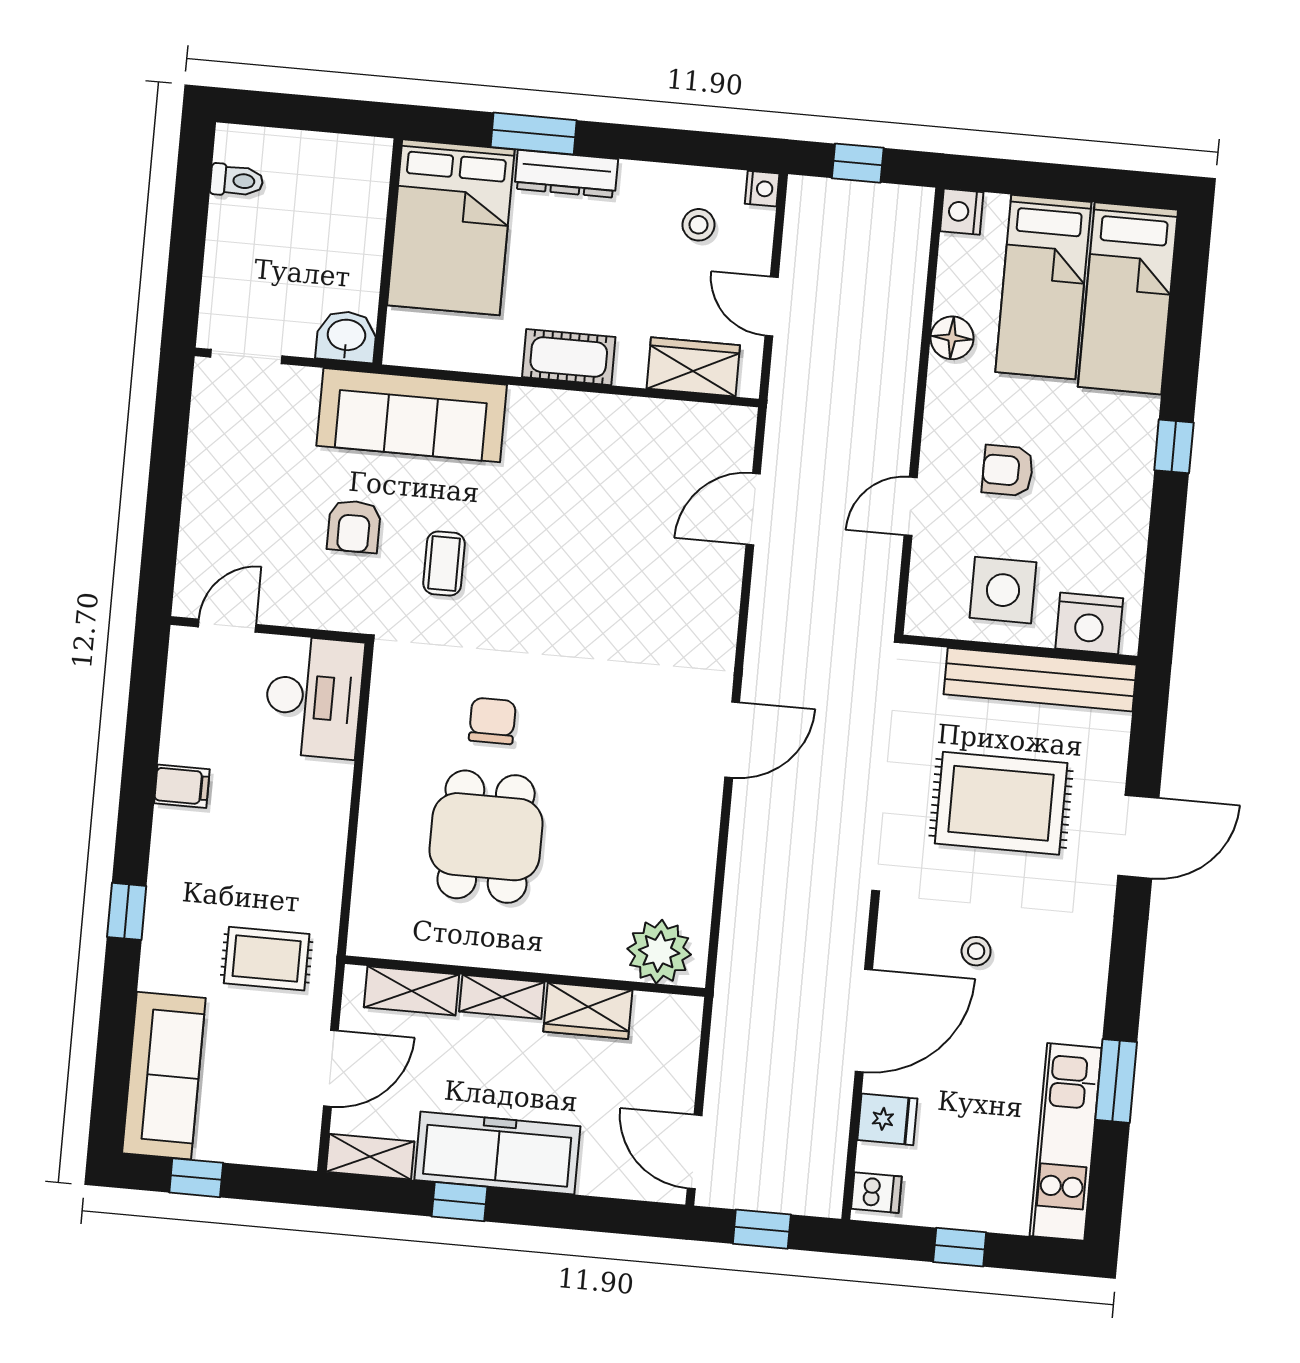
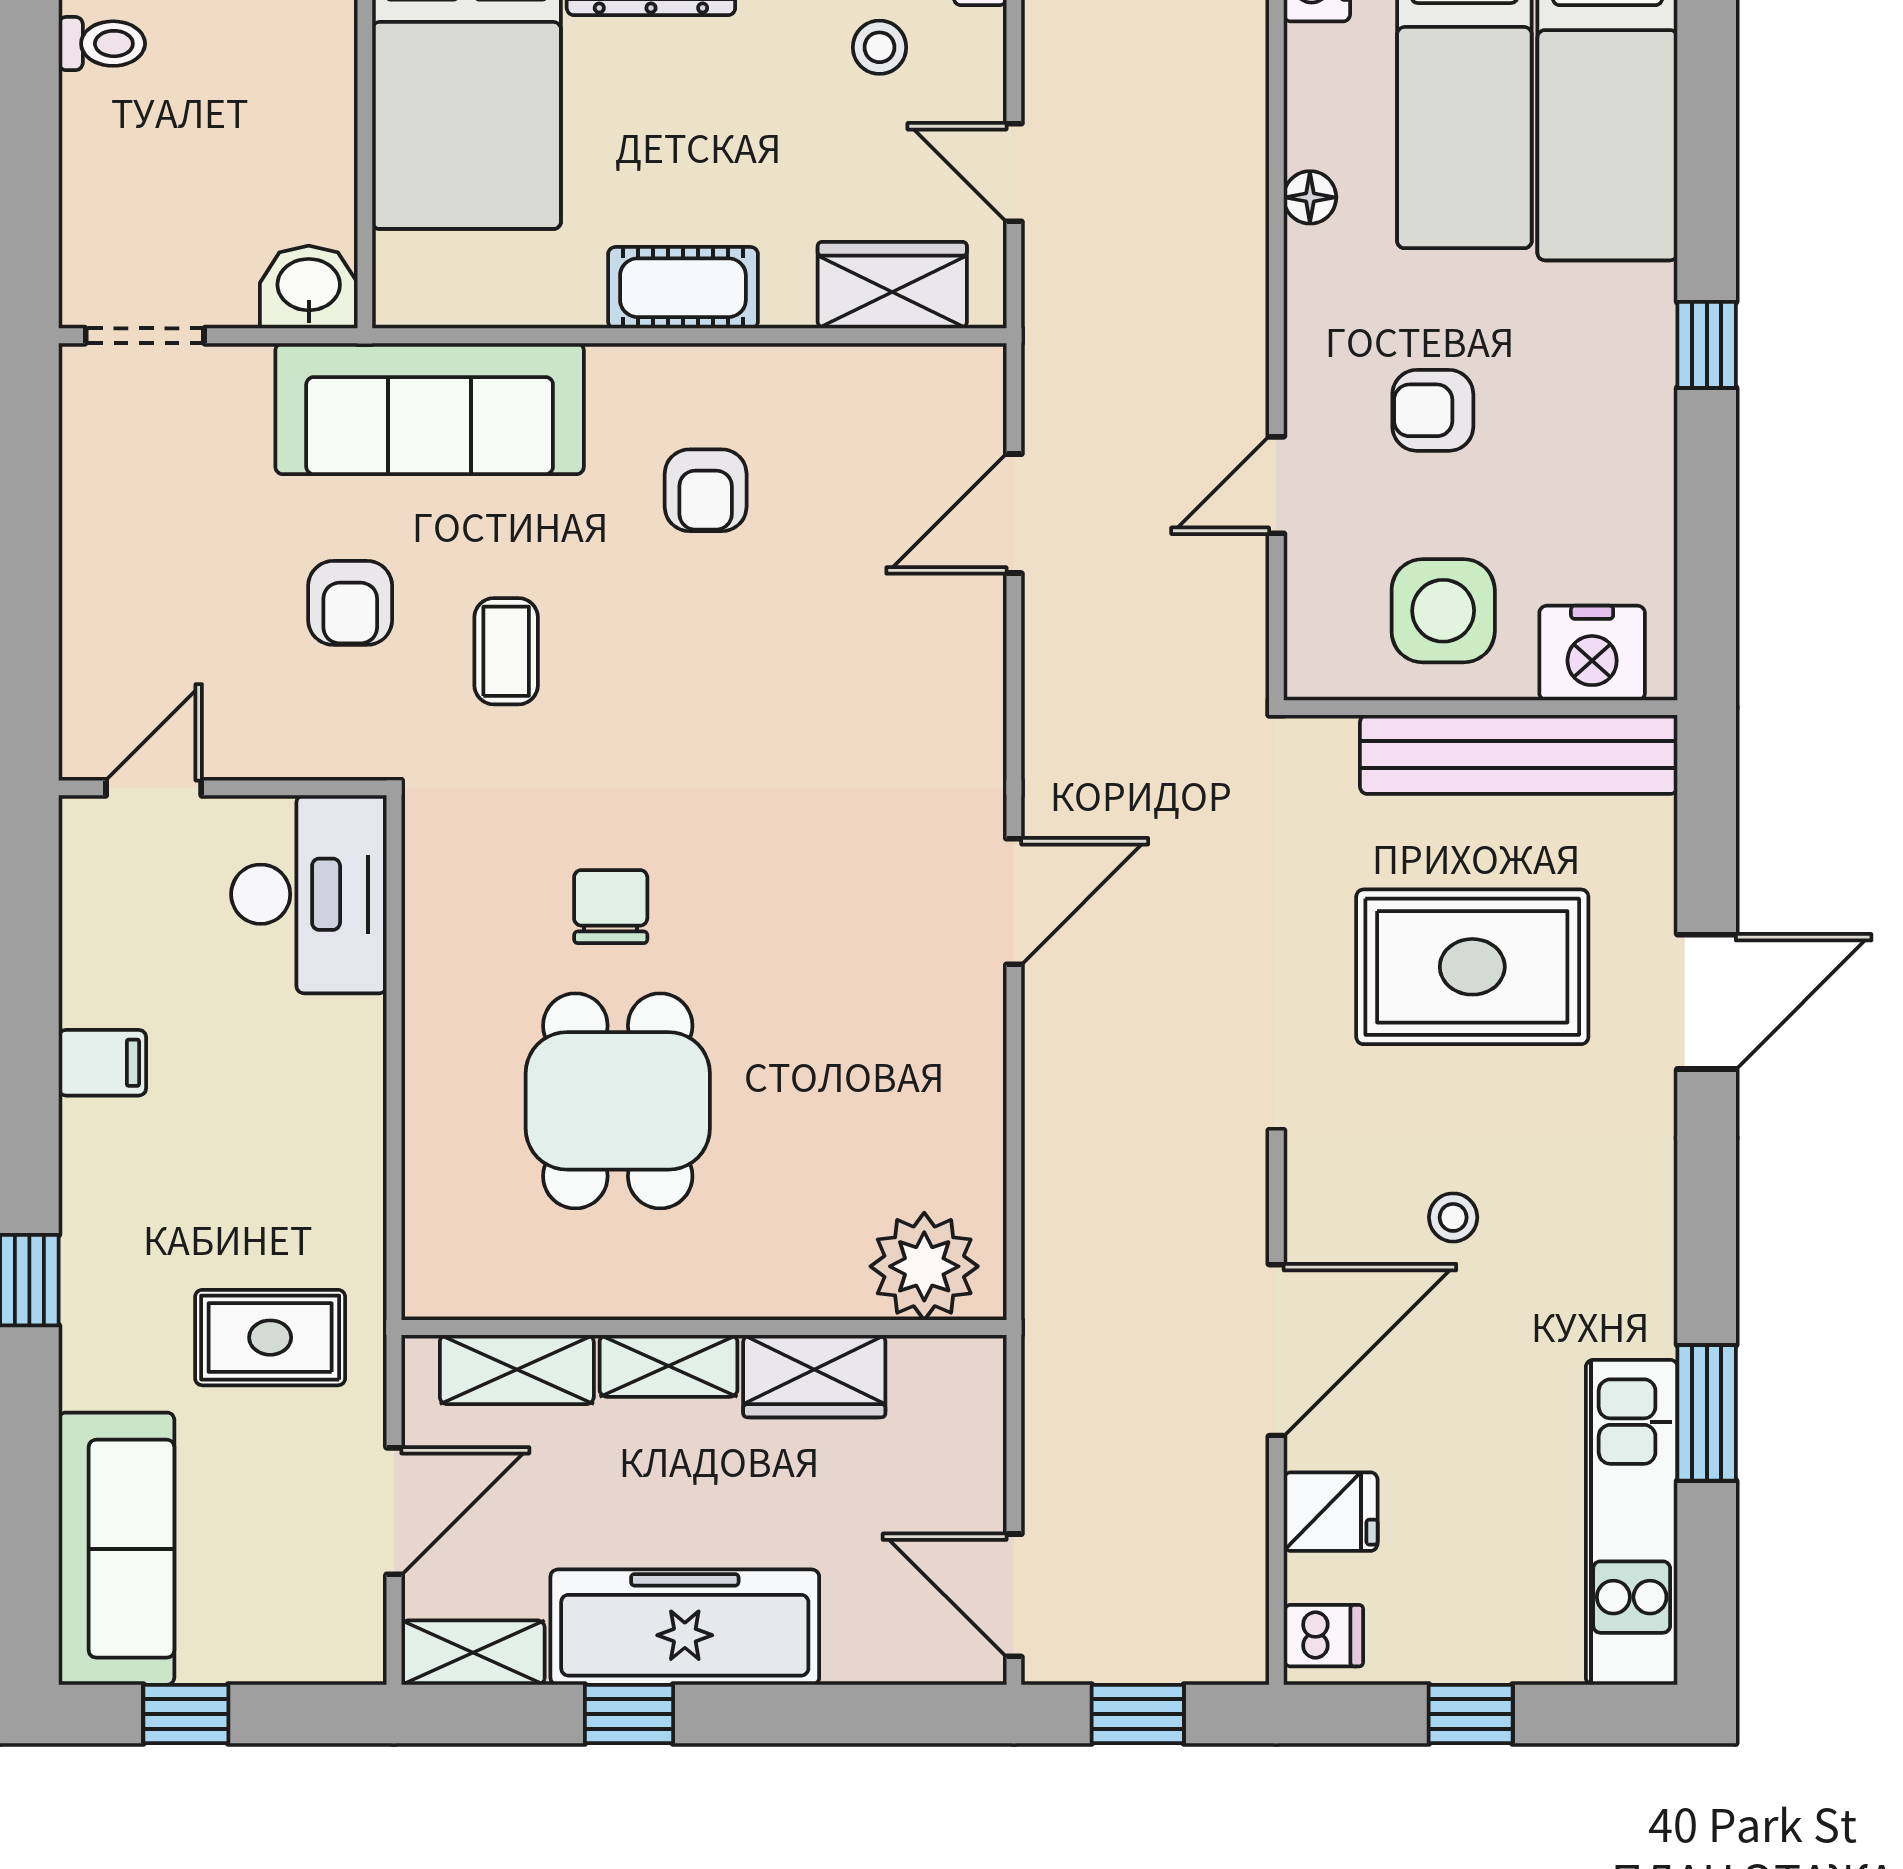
floor lamp: (952, 338) -> (1310, 197), width x0.73, depth x0.73
armchair: (571, 479) -> (706, 490), added

